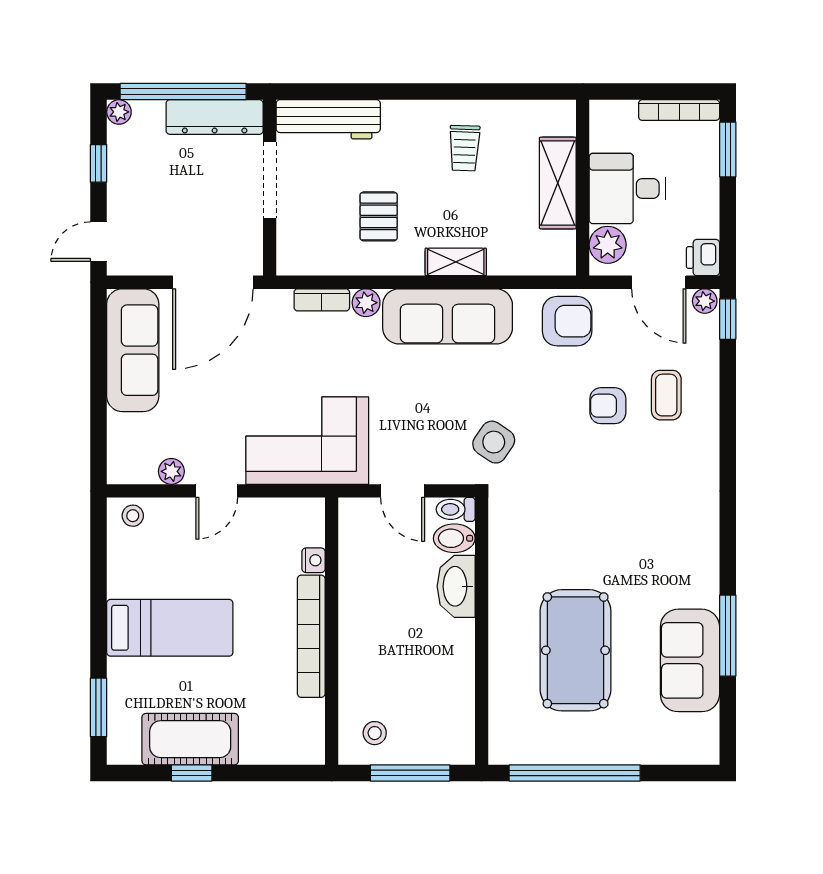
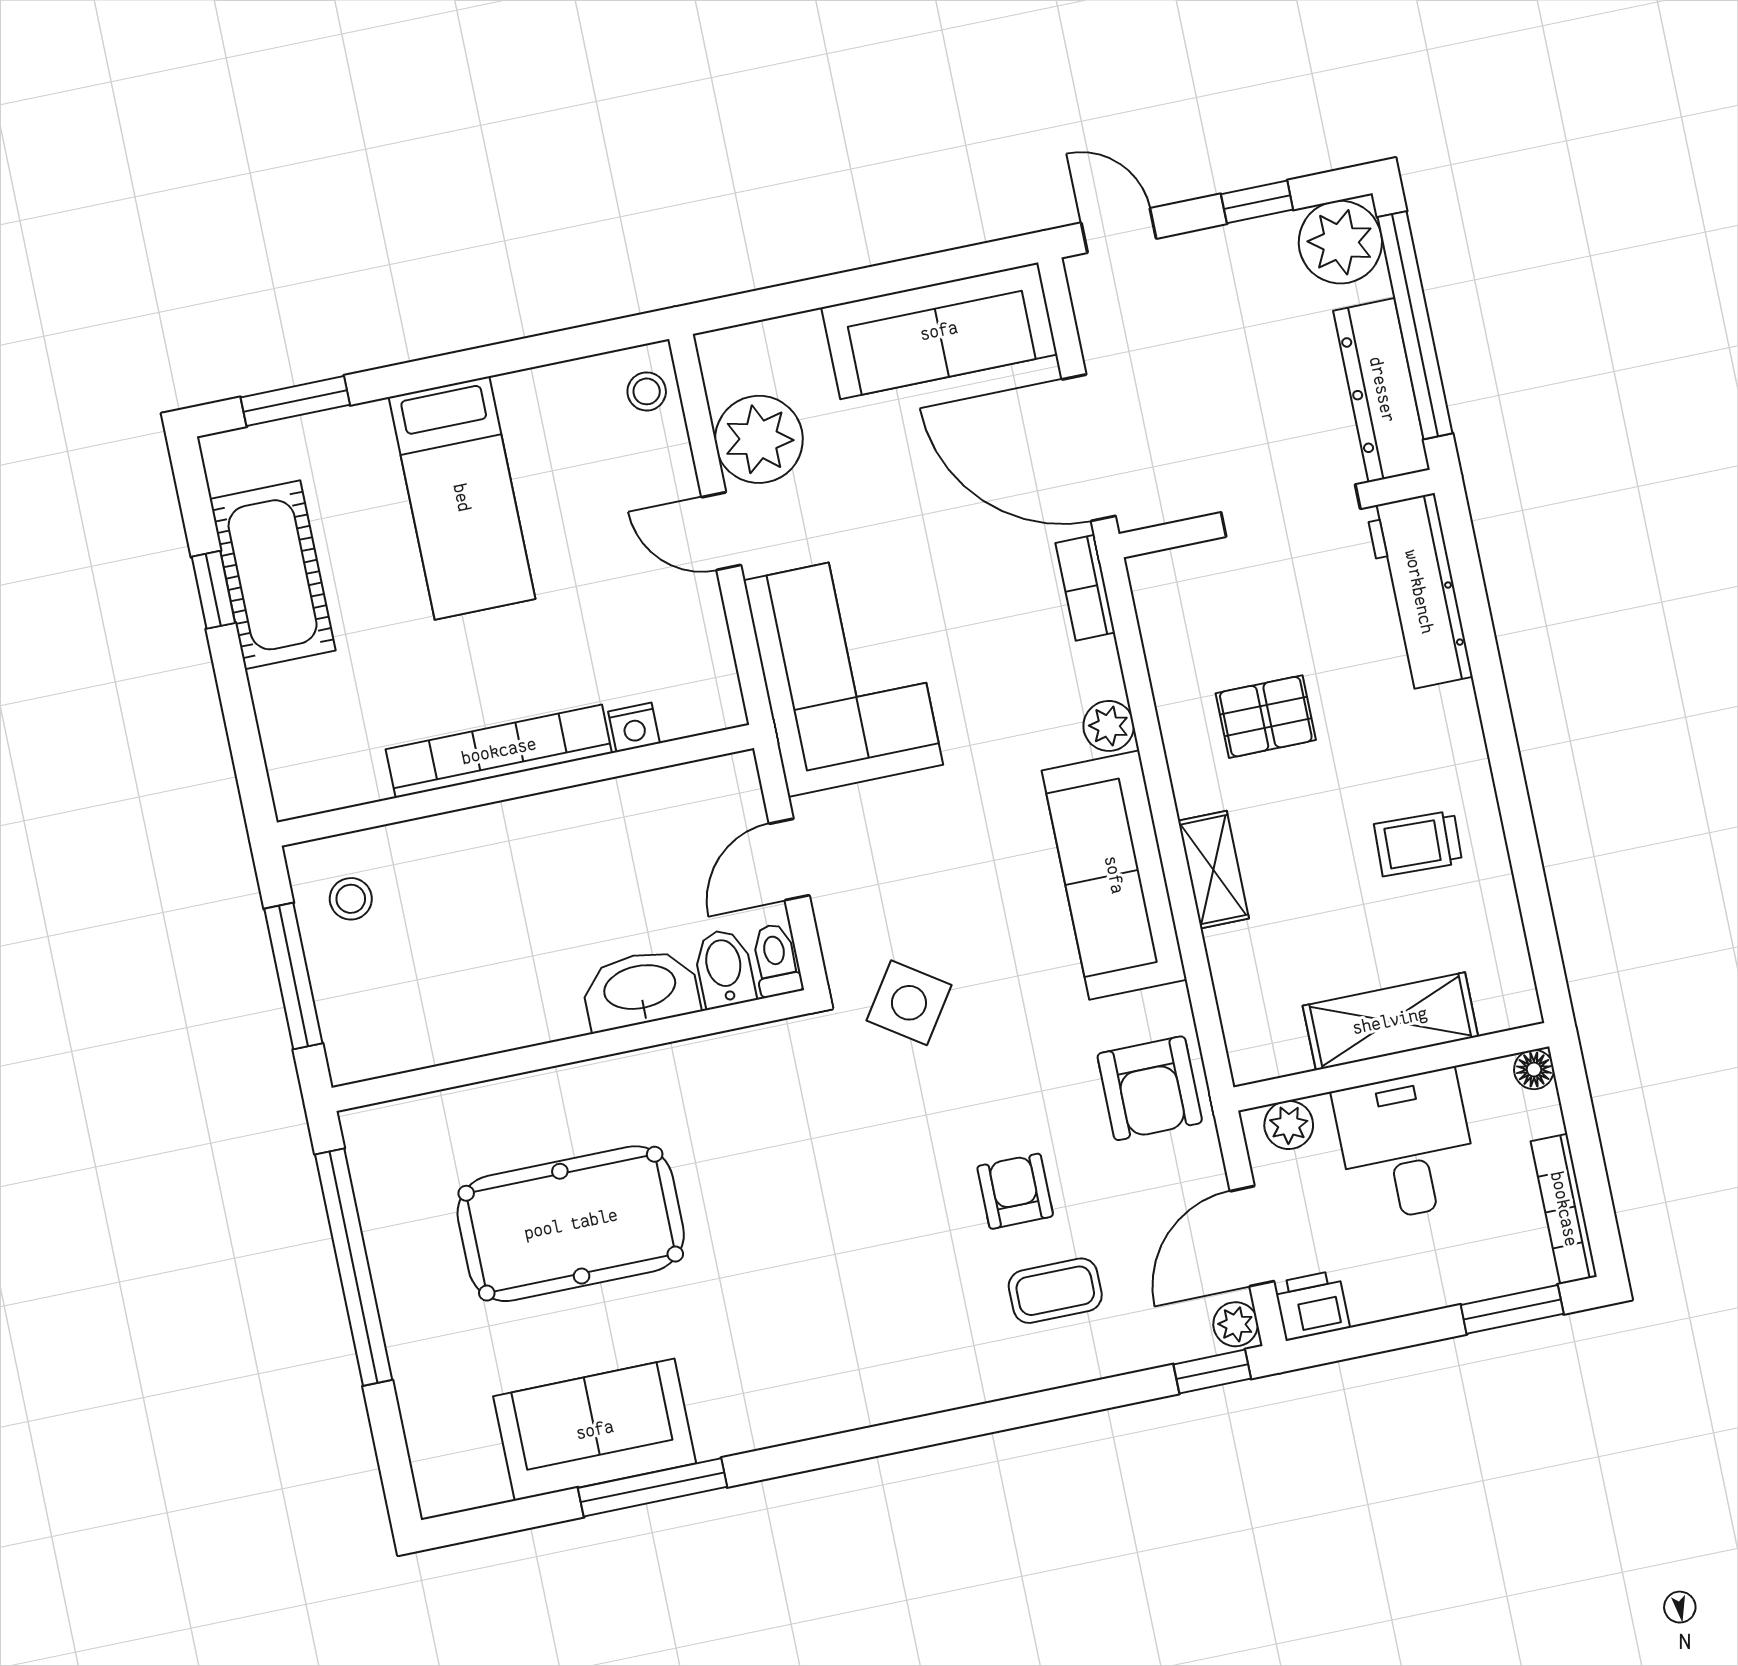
floor lamp: (600, 111) -> (1534, 1070), added
plant: (119, 112) -> (1340, 242), width x1.87, depth x1.87
plant: (608, 245) -> (1289, 1125), width x0.73, depth x0.73
bookcase: (322, 300) -> (1085, 588), moved
plant: (171, 471) -> (759, 439), width x1.88, depth x1.88

